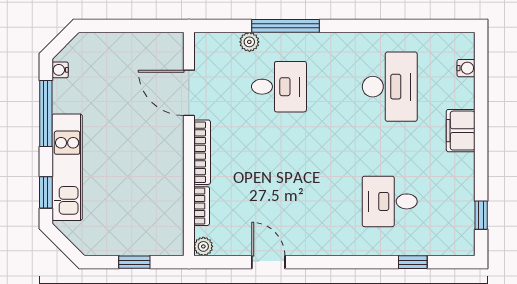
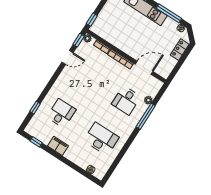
locker: (105, 44) -> (180, 50), added
desk: (390, 87) -> (101, 139), turned 180
filing cabinet: (461, 131) -> (58, 146), moved
window: (134, 262) -> (92, 20), moved
window: (219, 262) -> (79, 40), added

